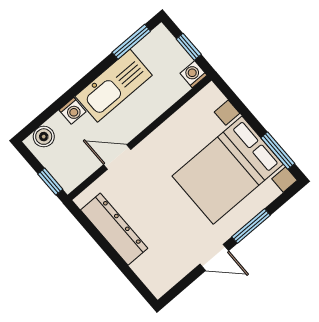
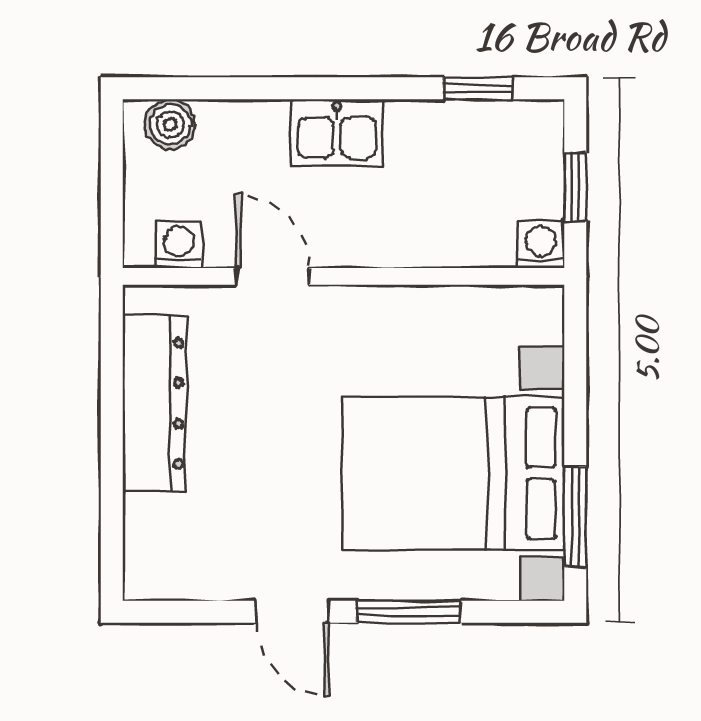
window: (131, 42) -> (478, 88), width x0.67
kitchen sink: (114, 86) -> (337, 133), width x0.53, depth x0.81
washing machine: (73, 111) -> (179, 245), moved, turned 180
window: (50, 182) -> (112, 217), removed

